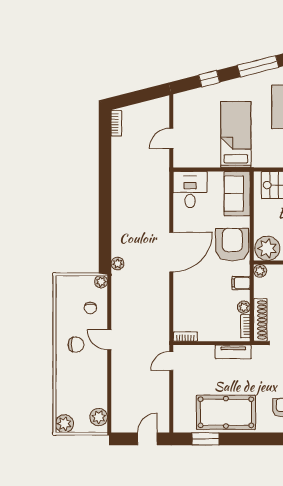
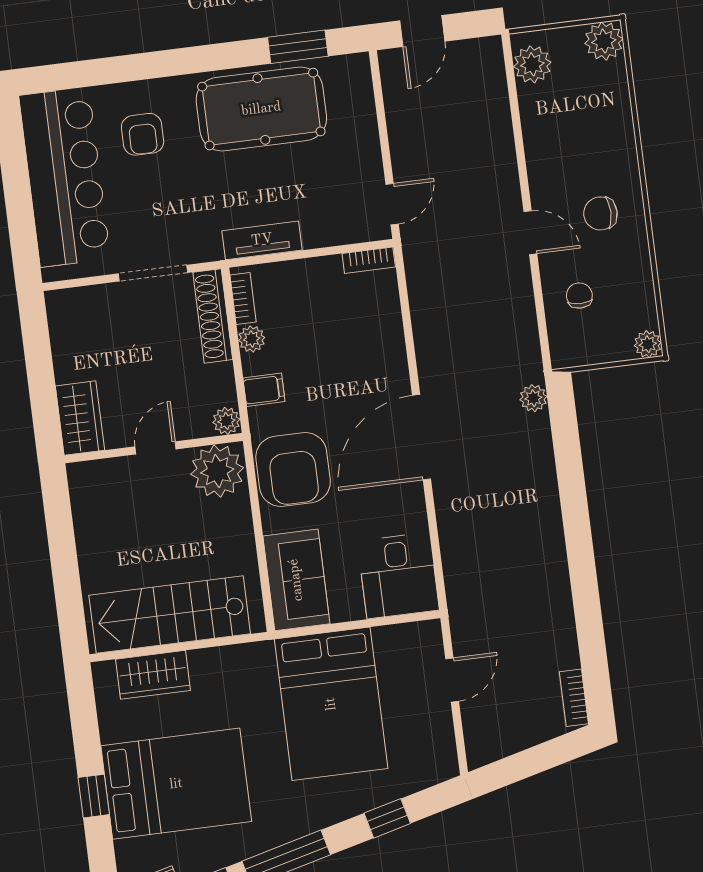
bed: (236, 135) -> (331, 704), width x1.50
plant: (101, 282) -> (648, 344), moved

